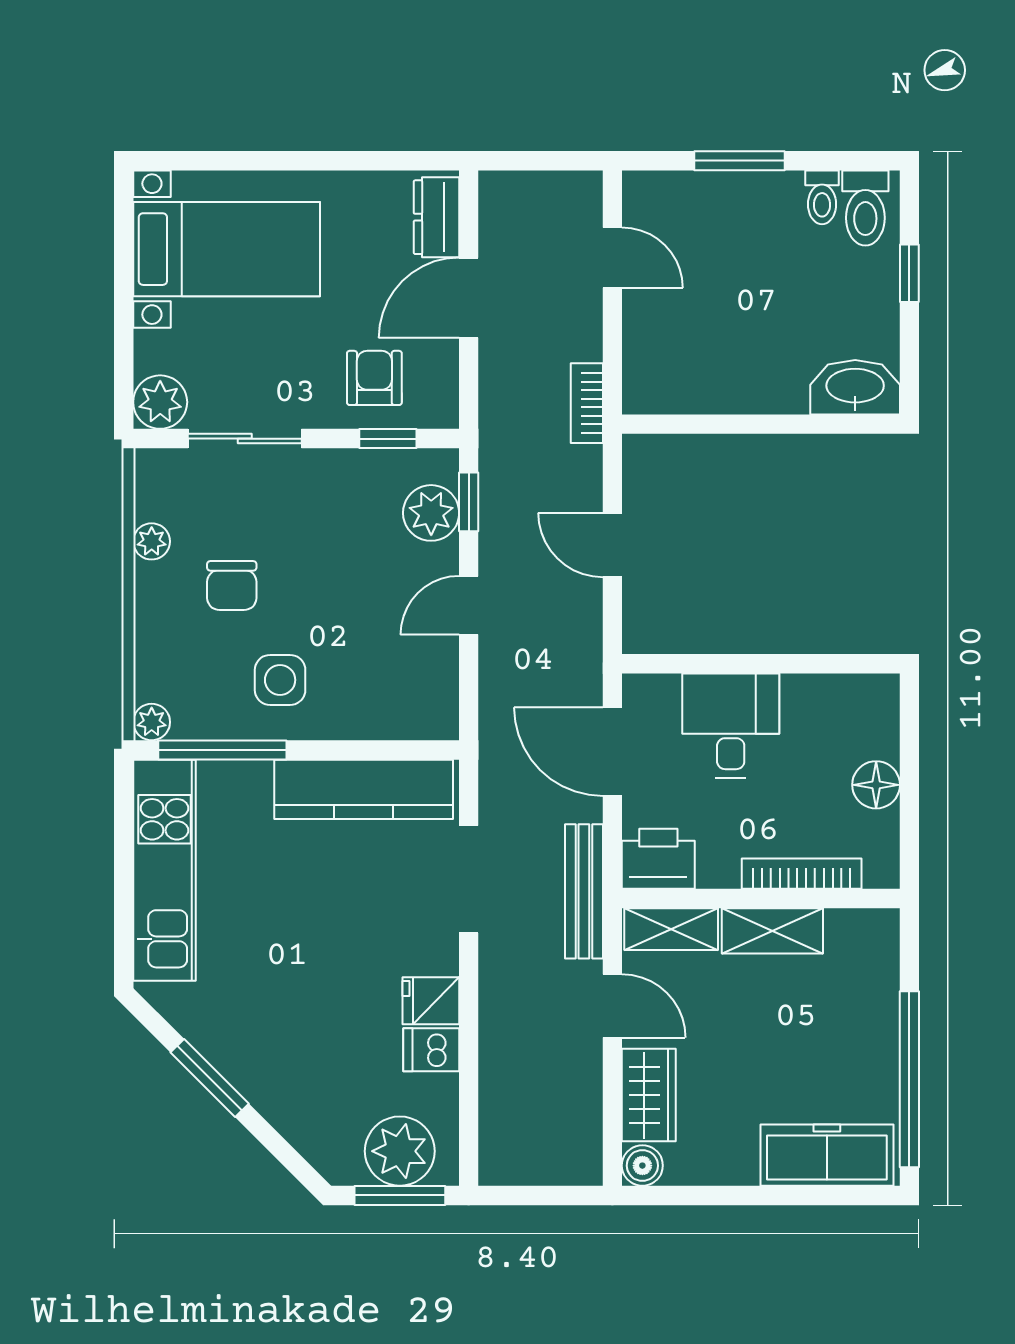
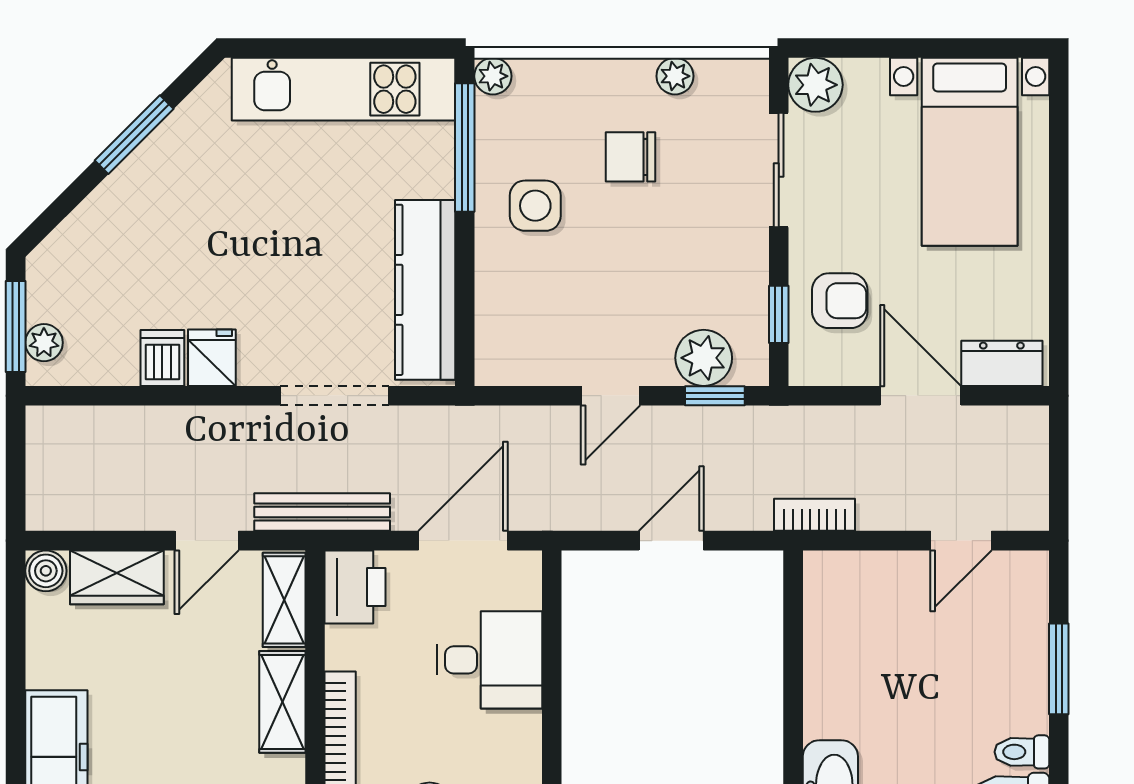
door: (469, 605) -> (610, 396), swing flipped
plant: (400, 1151) -> (44, 343), width x0.53, depth x0.53

